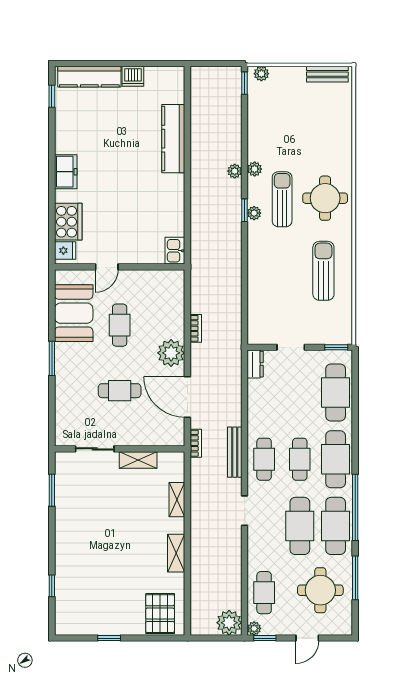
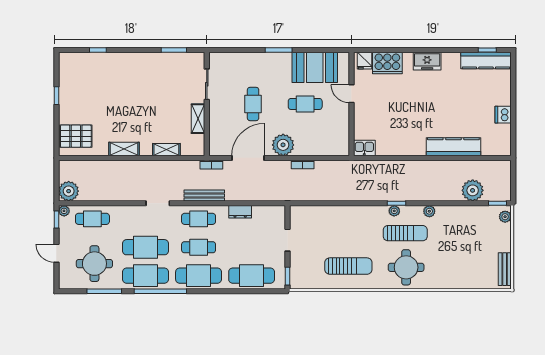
kitchen counter: (89, 77) -> (486, 61), moved, turned -90
plant: (235, 171) -> (473, 190), moved, width x1.87, depth x1.87
dresser: (255, 364) -> (240, 212), moved

